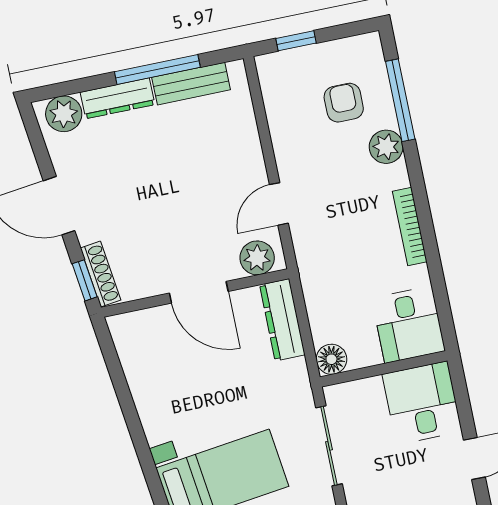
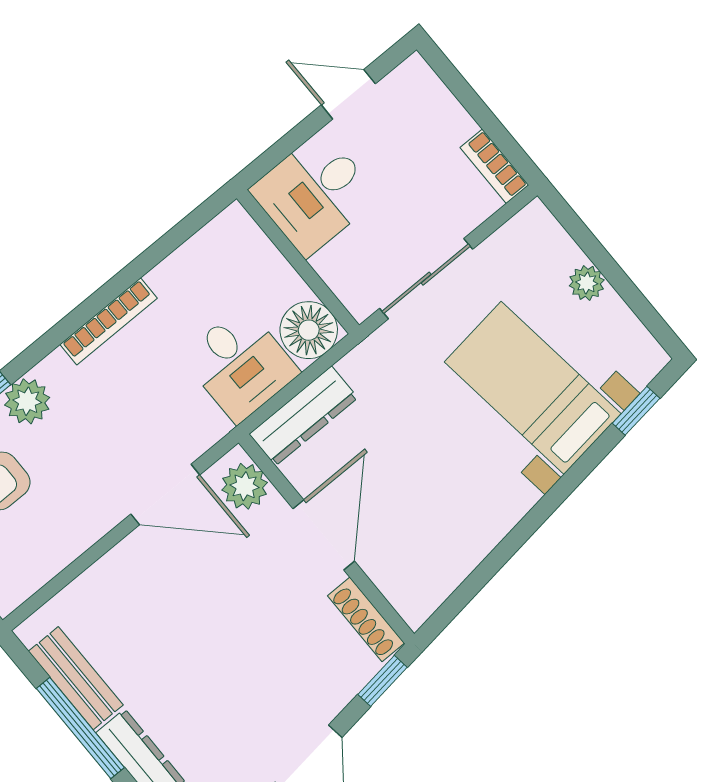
door: (279, 204) -> (165, 495), width x1.38
shoe rack: (101, 274) -> (366, 619), moved, turned -83
desk: (408, 325) -> (240, 364), moved, turned 90
floor lamp: (331, 359) -> (309, 330), width x1.38, depth x1.38

